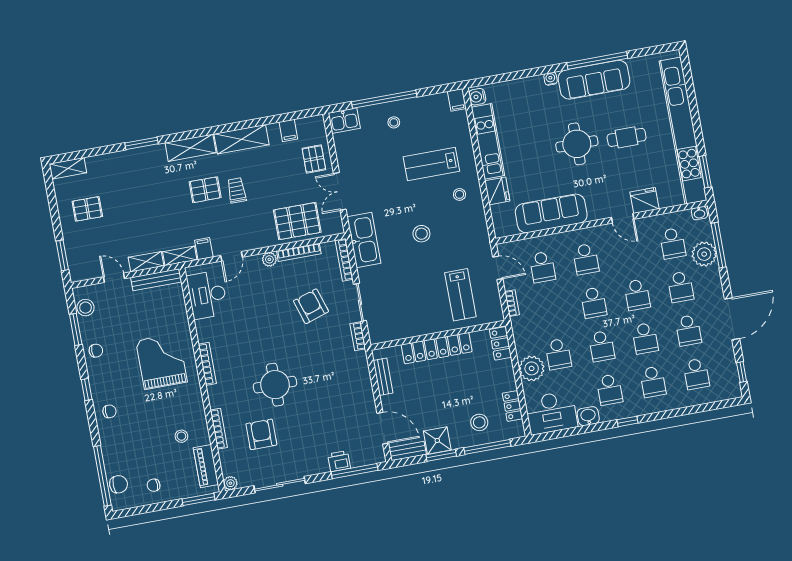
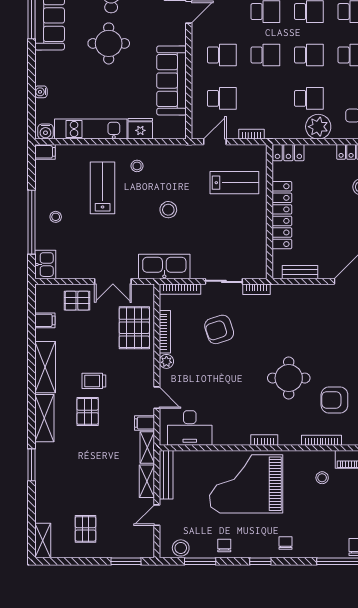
water cooler: (551, 79) -> (41, 92), moved
lab bench: (431, 164) -> (103, 188), turned 180
grand piano: (162, 361) -> (246, 484), width x1.37, depth x1.48
bookcase: (207, 364) -> (264, 440), width x0.64

